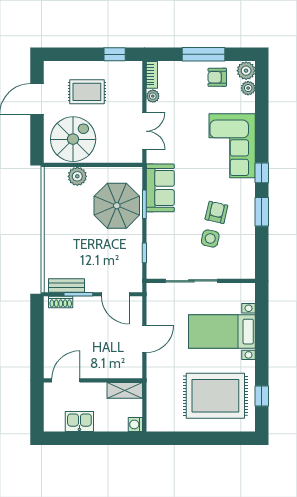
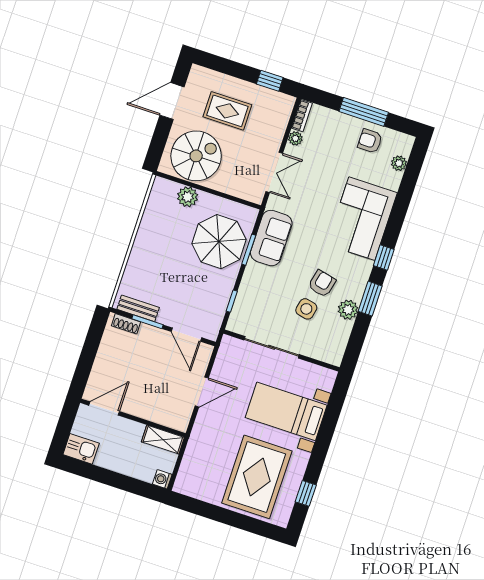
plant: (246, 71) -> (348, 310), moved
rug: (215, 396) -> (257, 477), turned 90
kitchen sink: (79, 421) -> (81, 449), moved

